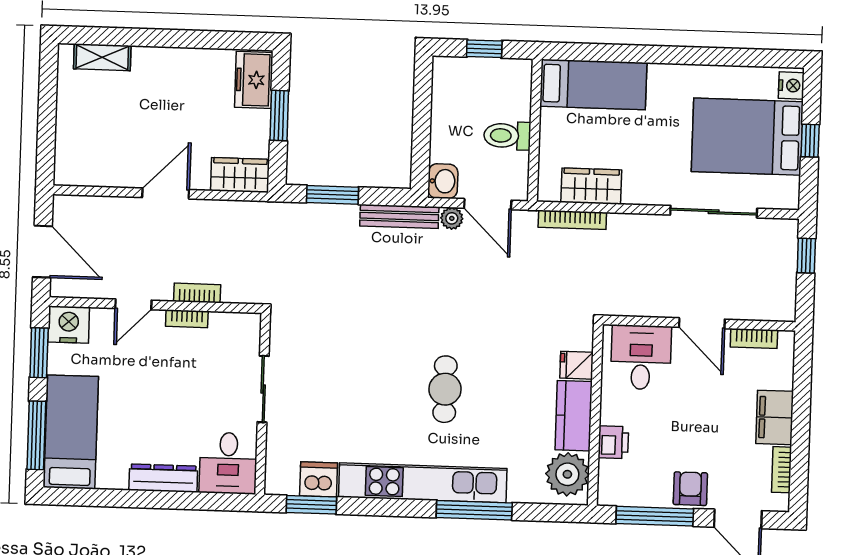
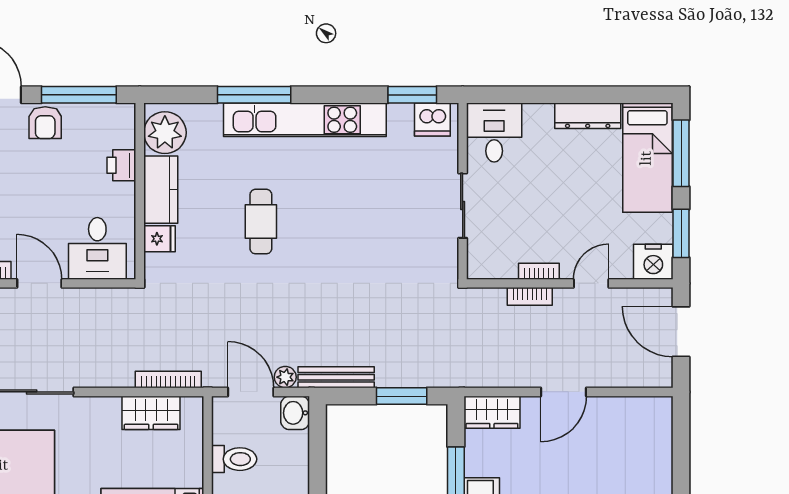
cafe table: (445, 389) -> (261, 222), moved
dresser: (163, 478) -> (588, 116), moved
dishwasher: (319, 479) -> (432, 120), moved

